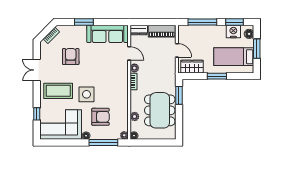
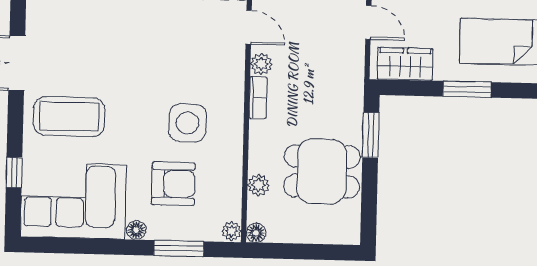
armchair: (71, 57) -> (103, 31), removed
side table: (87, 94) -> (188, 123), moved
dining table: (160, 110) -> (322, 171), width x0.73
window: (103, 143) -> (179, 248), width x0.69

